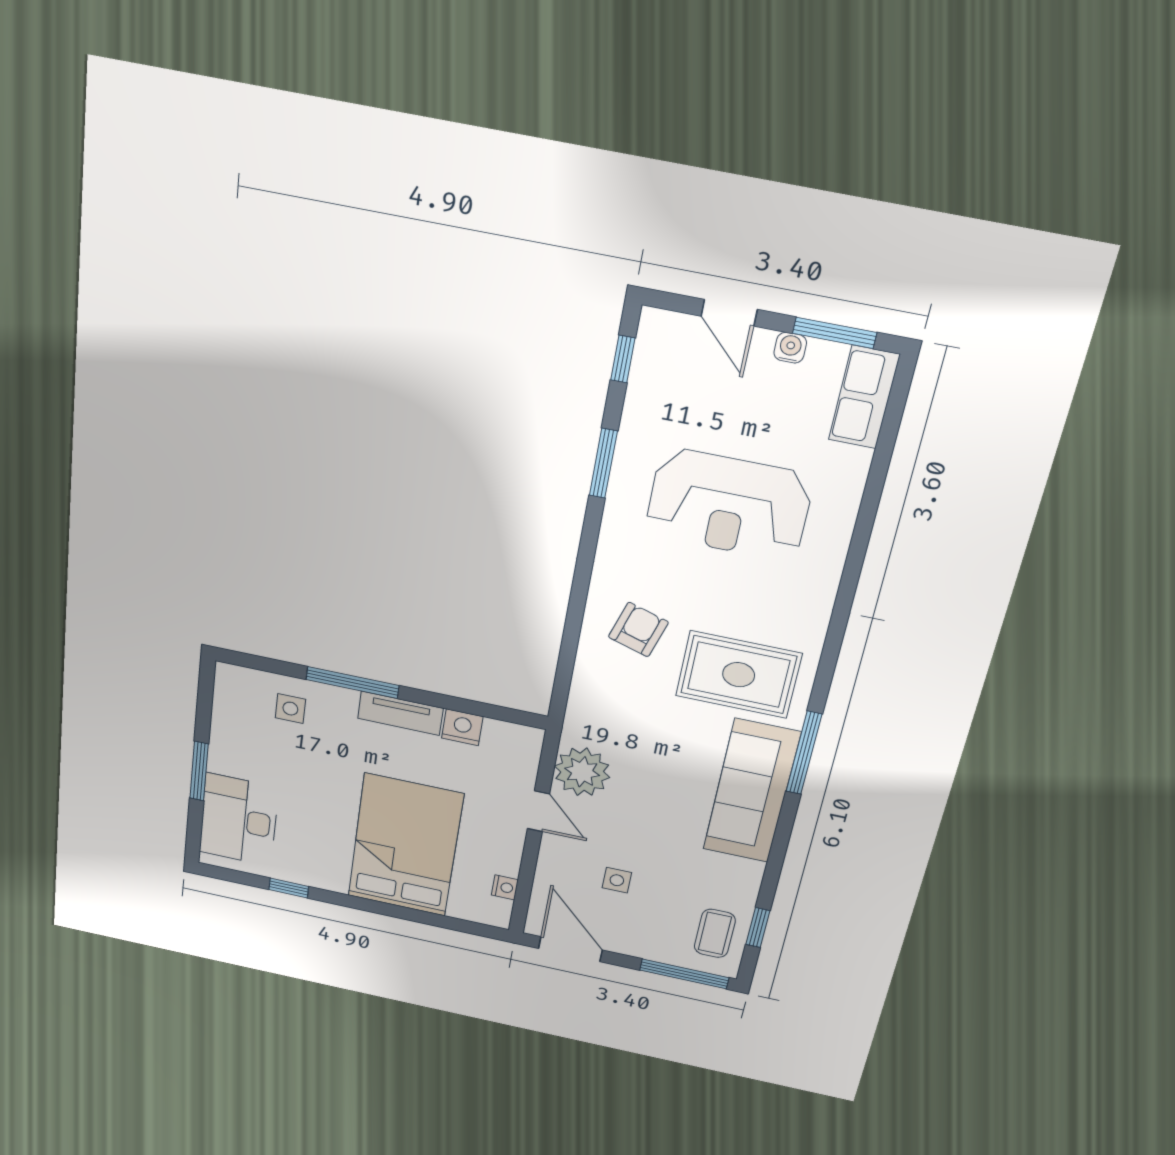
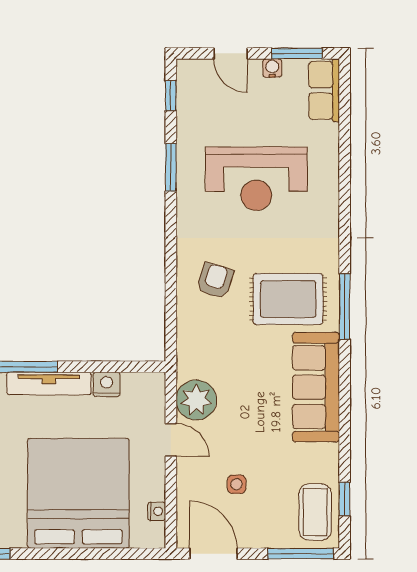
tv unit: (400, 713) -> (49, 383), width x1.41
window: (804, 753) -> (345, 306), moved
bed: (405, 845) -> (78, 493), width x1.36
coffee table: (715, 933) -> (315, 512), width x1.36, depth x1.30

